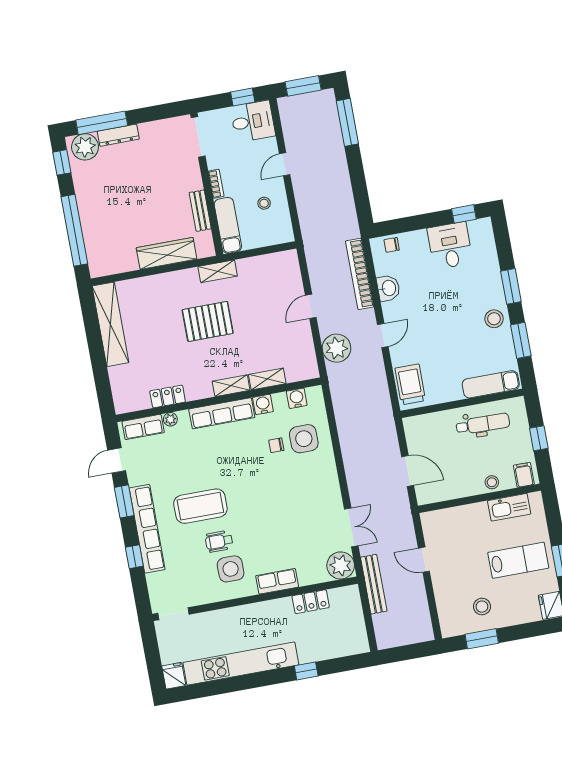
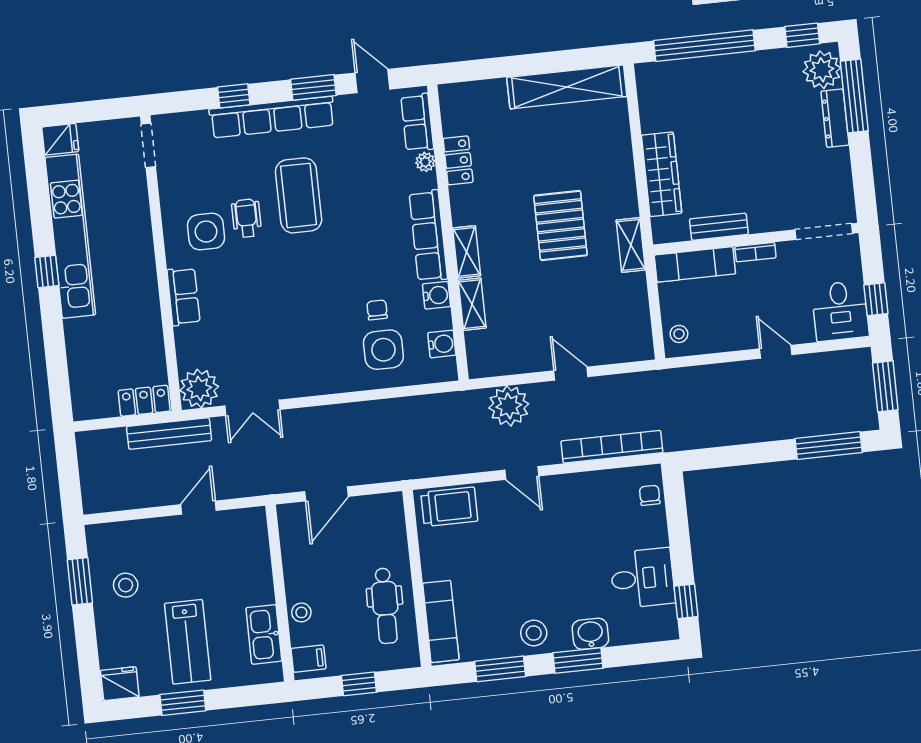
stool: (264, 203) -> (679, 334), moved
washbasin: (388, 288) -> (590, 634), moved, turned 180
locker: (311, 602) -> (144, 401), moved, turned 90
window: (306, 671) -> (47, 271), moved

